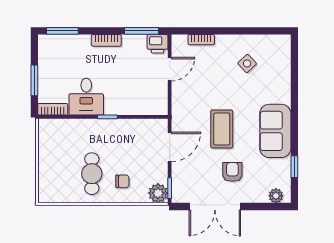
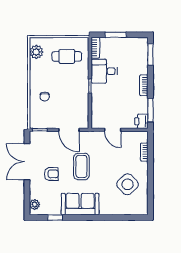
side table: (247, 63) -> (128, 184), width x1.87, depth x1.87
door: (170, 69) -> (113, 130), moved
coffee table: (222, 129) -> (81, 166), turned 90
cafe table: (92, 174) -> (67, 56), moved
plant: (158, 193) -> (36, 52), moved

